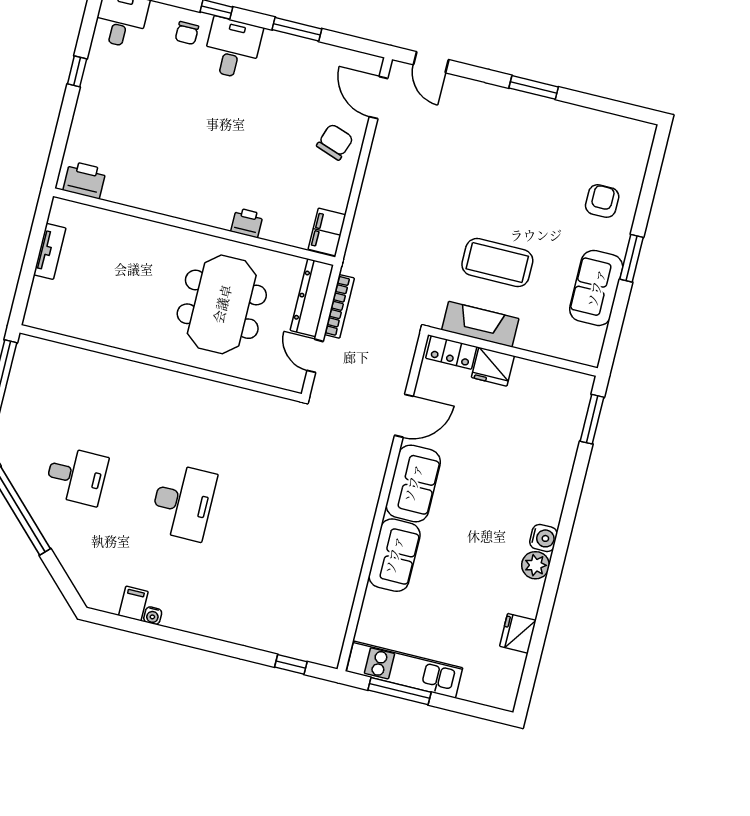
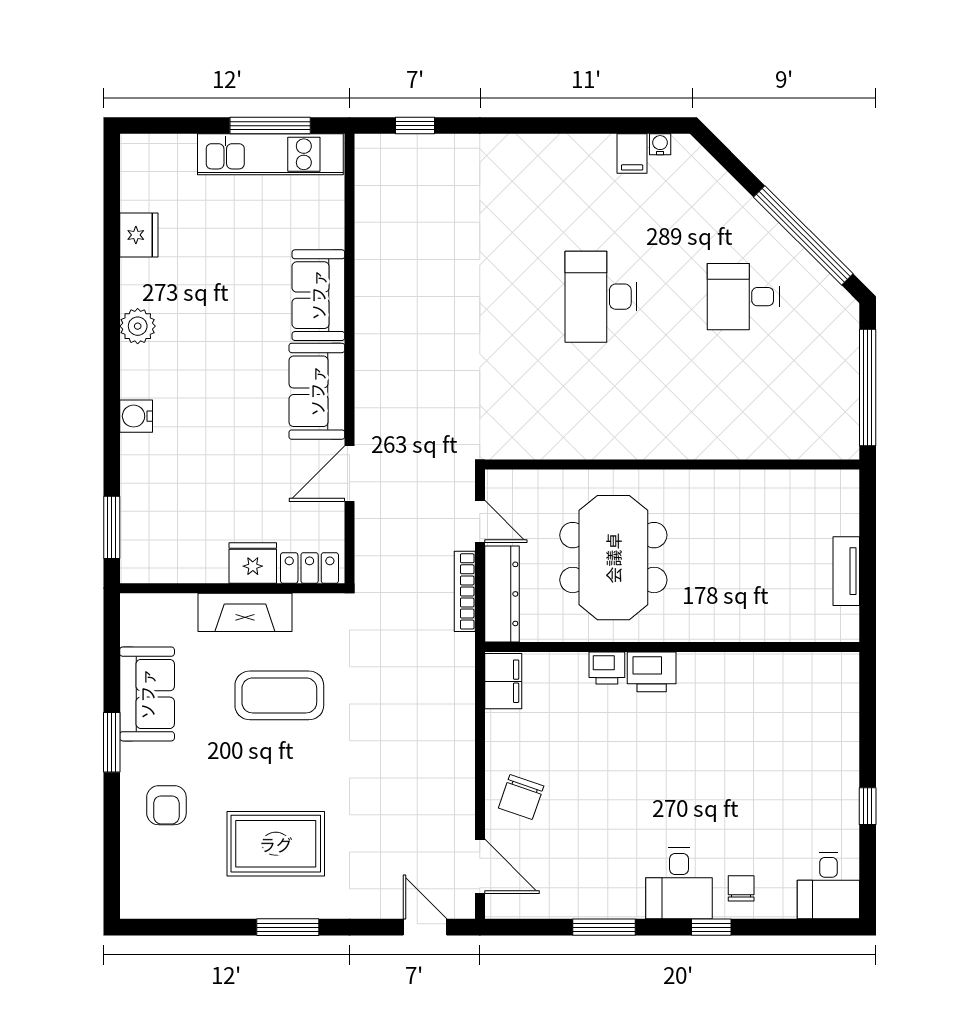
rug: (527, 152) -> (276, 844), added
printer: (85, 180) -> (652, 672), moved
fireplace: (480, 324) -> (245, 612), moved
water cooler: (543, 538) -> (136, 416), moved
water cooler: (153, 616) -> (660, 144), moved

